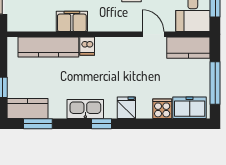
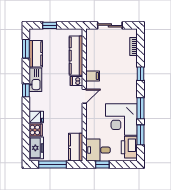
filing cabinet: (72, 21) -> (93, 76), width x0.50
door: (153, 34) -> (84, 96), moved
kitchen counter: (28, 108) -> (36, 54), moved
fridge: (126, 108) -> (36, 117), moved

